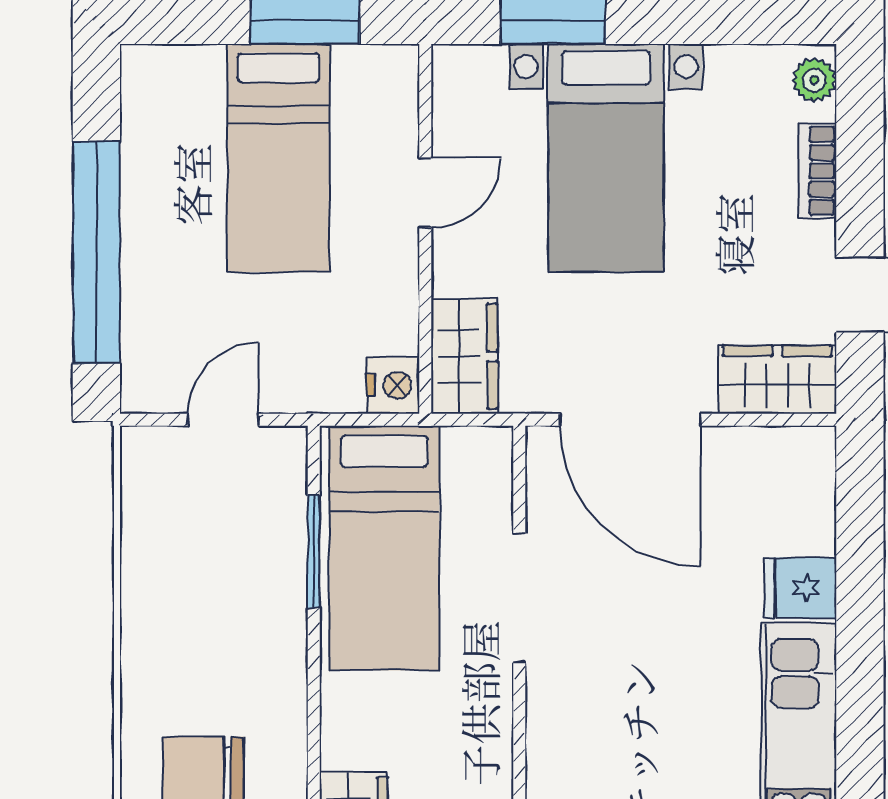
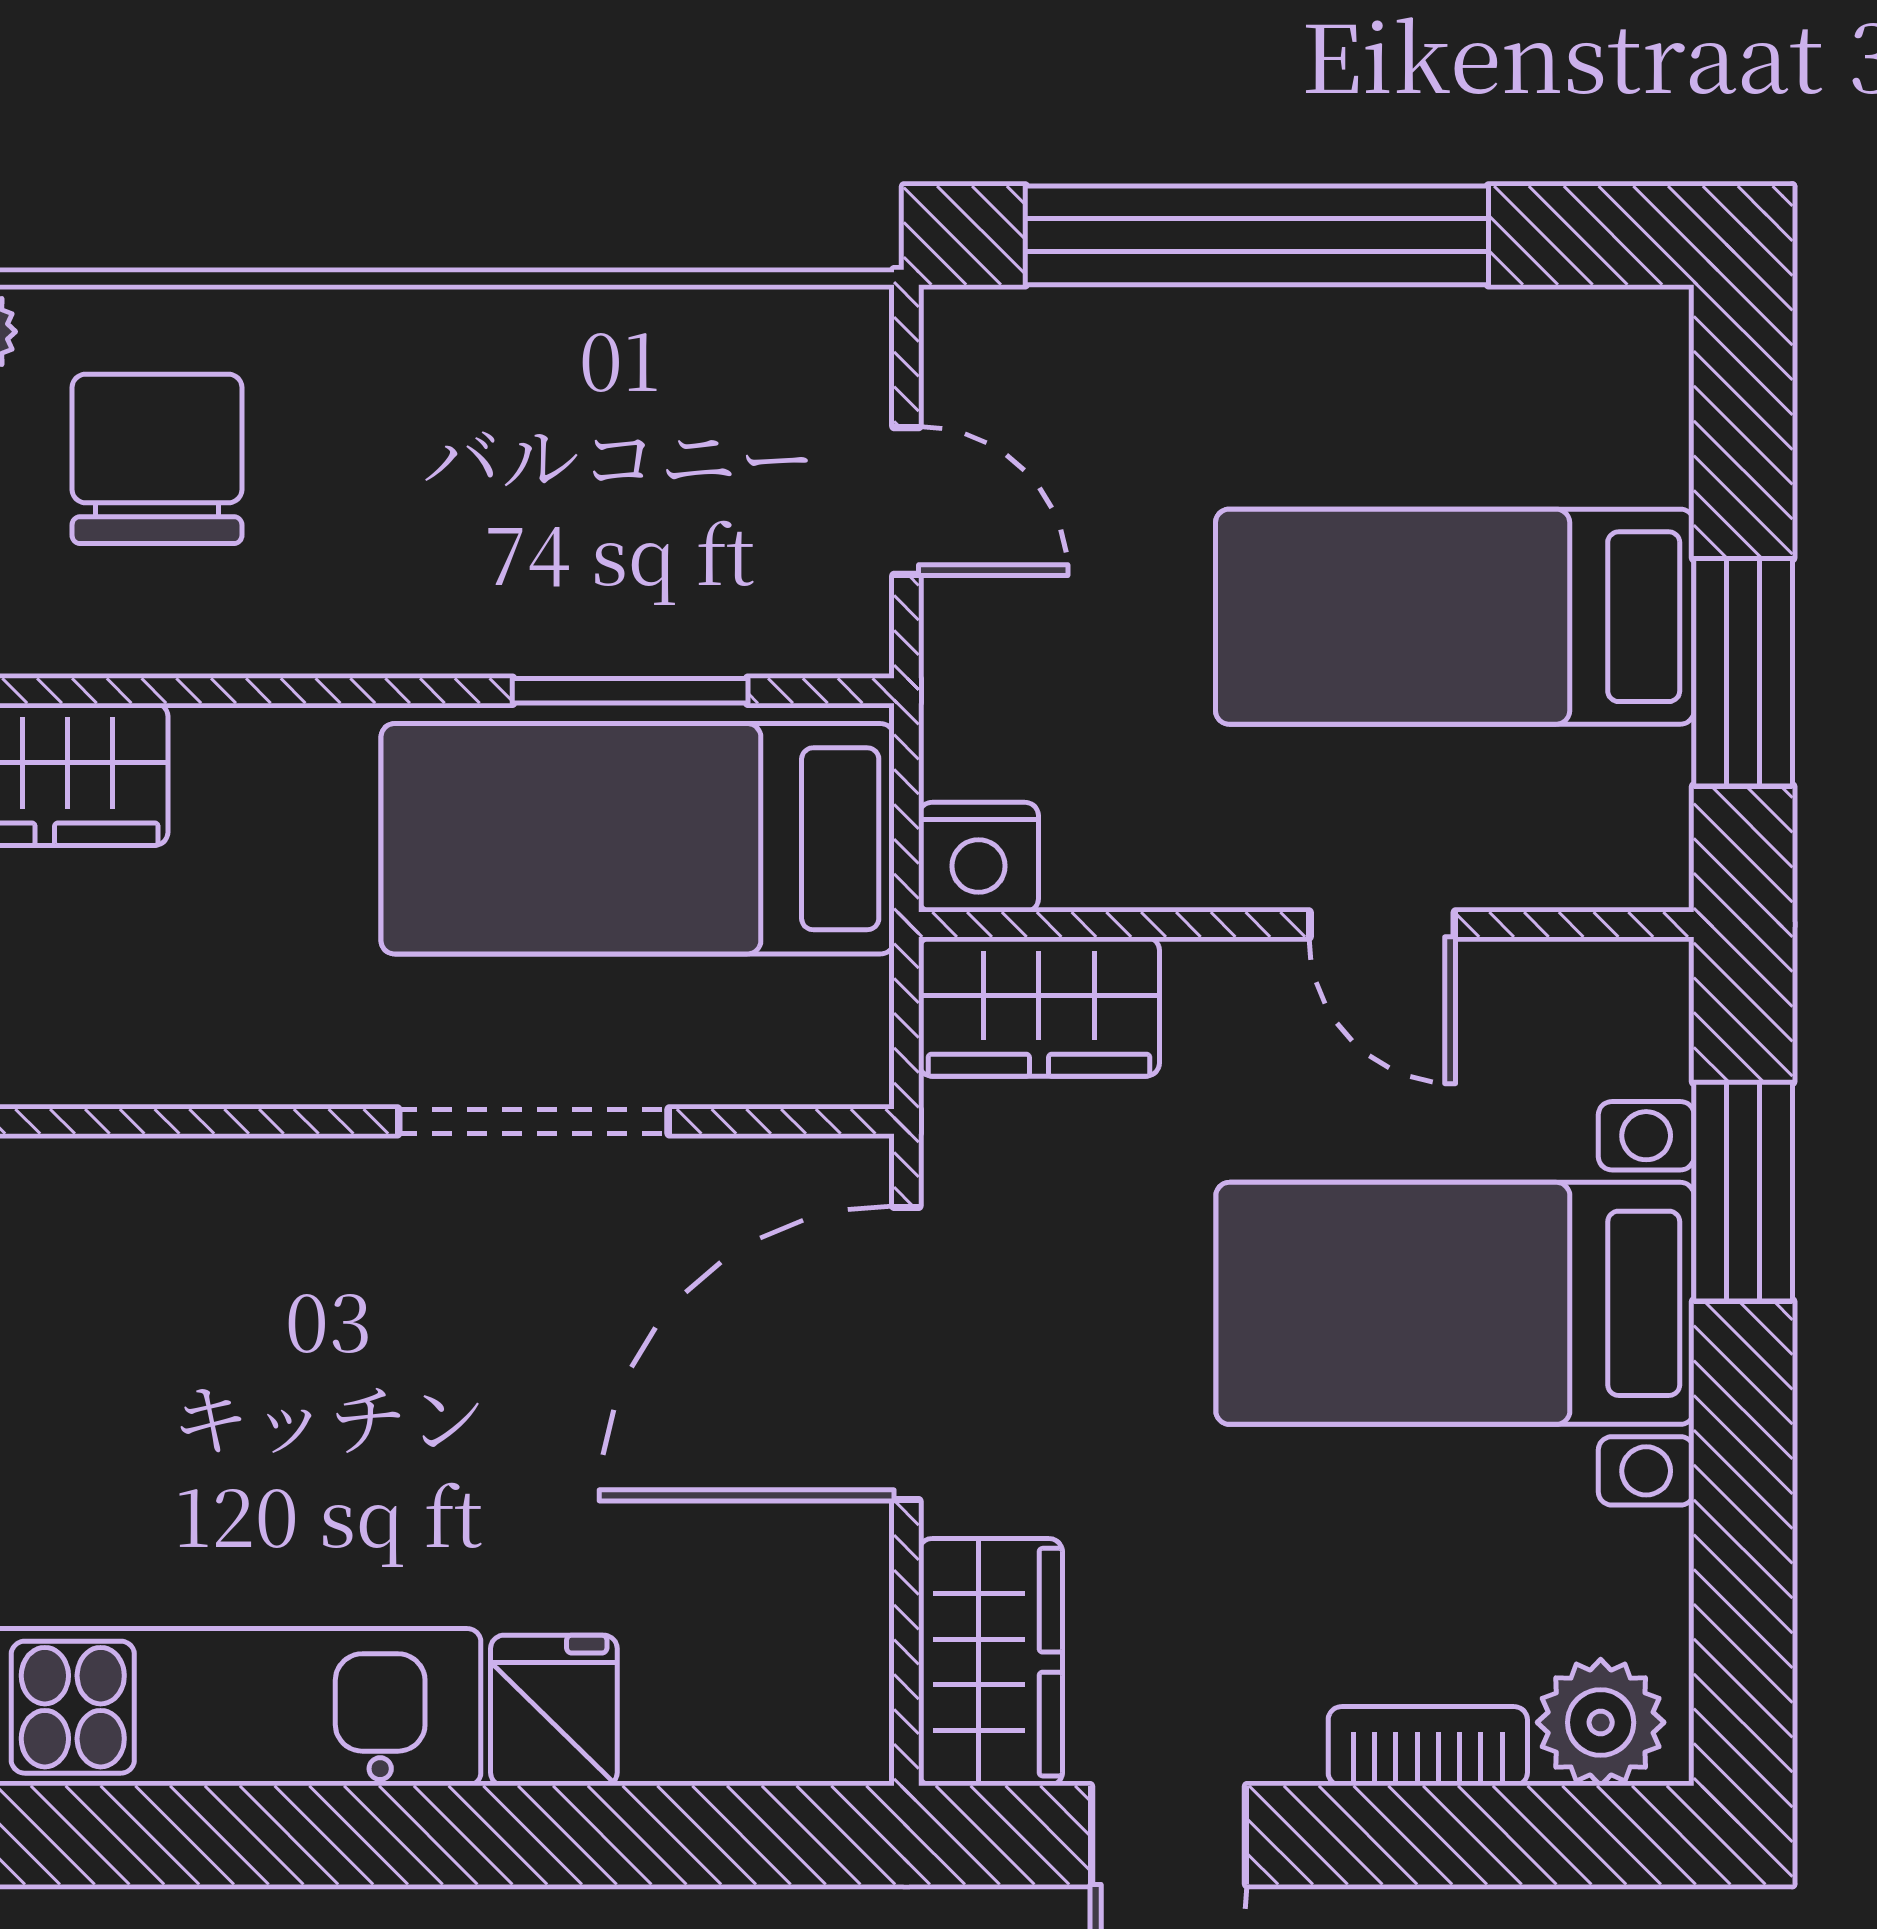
plant: (814, 80) -> (1601, 1722), width x1.38, depth x1.38

